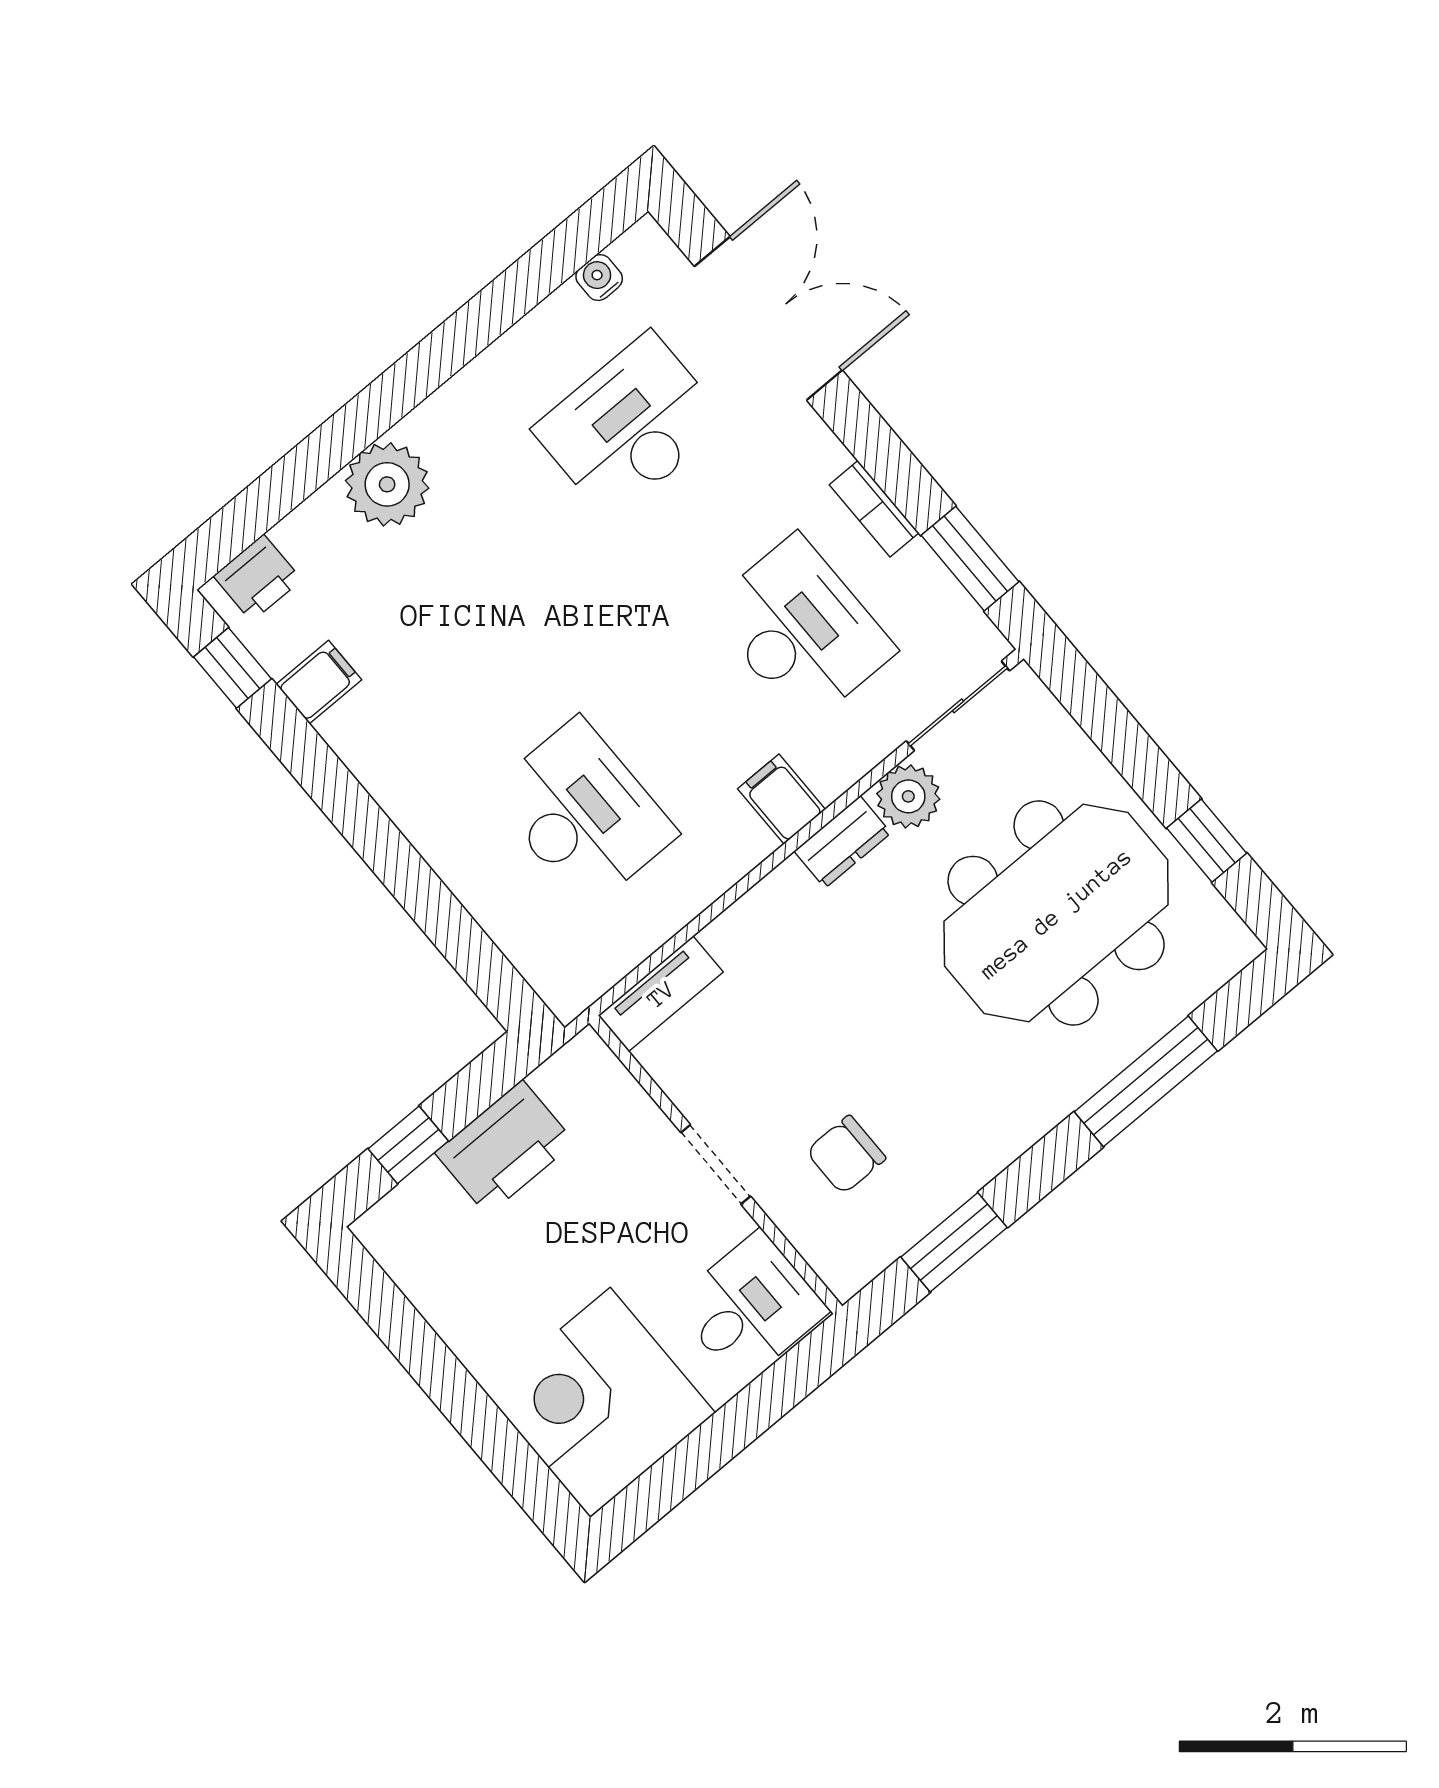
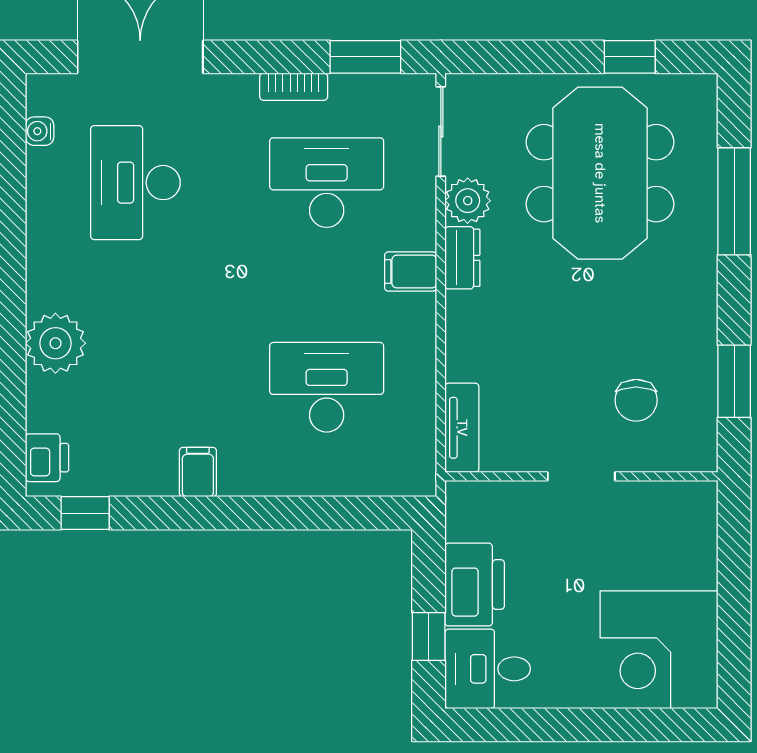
filing cabinet: (319, 682) -> (198, 472), moved
desk: (750, 1307) -> (488, 669), moved, turned -90

